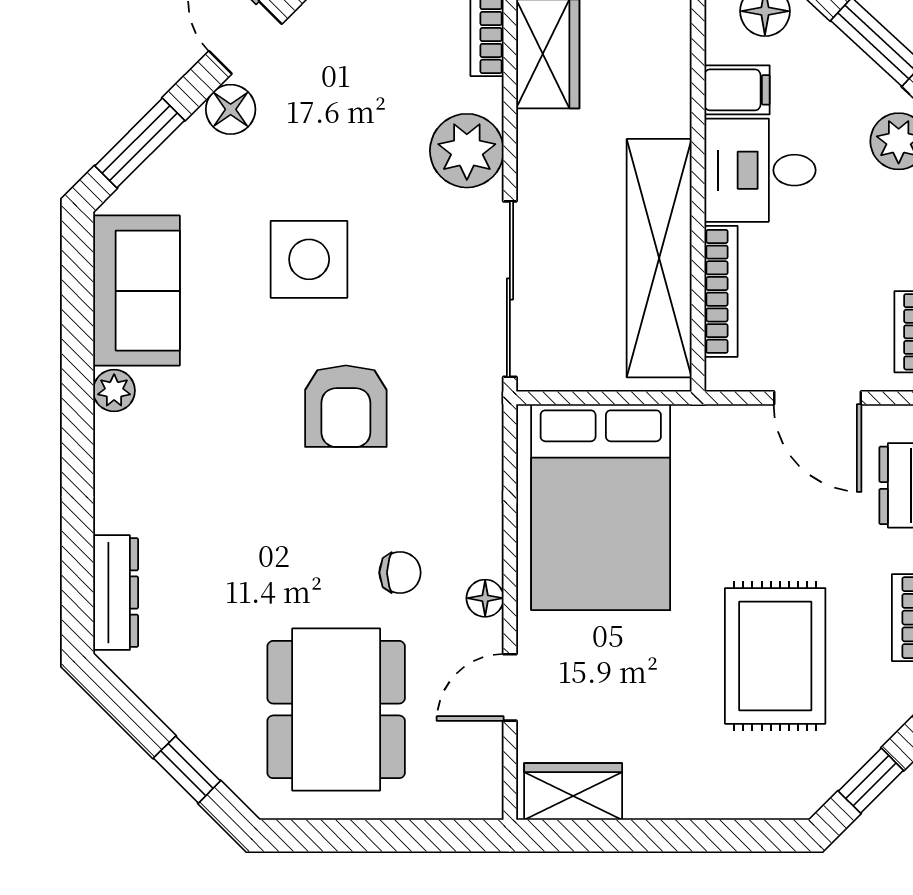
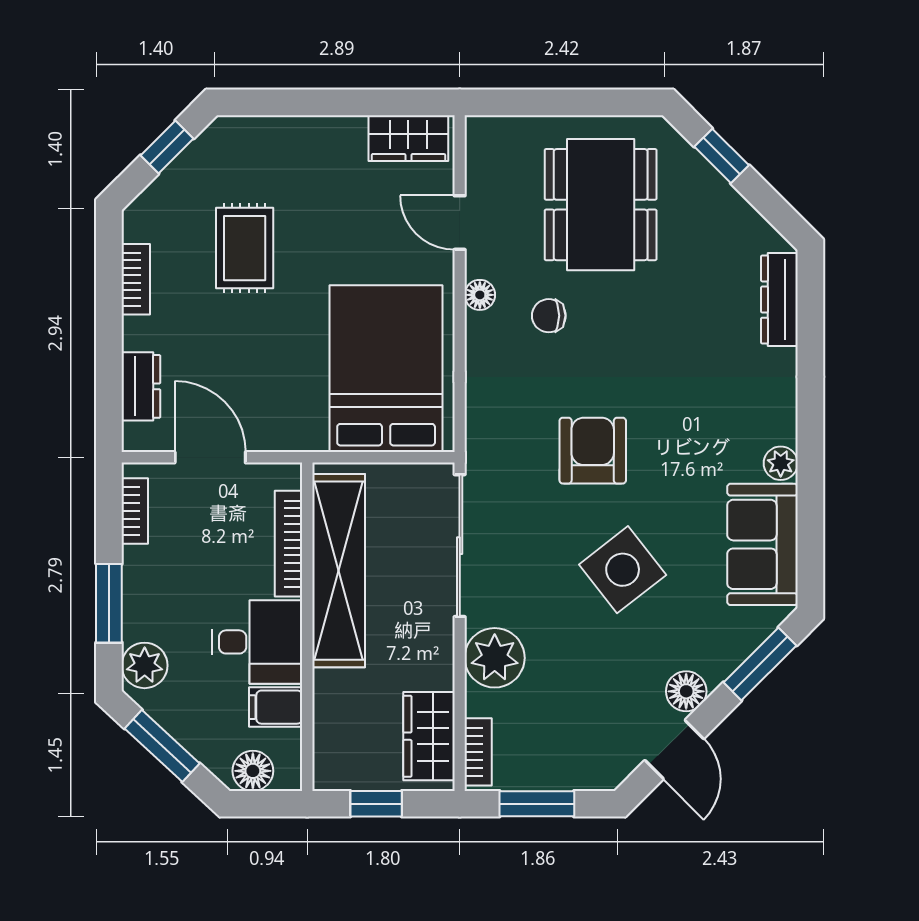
side table: (309, 259) -> (623, 570), turned -38
rug: (775, 656) -> (245, 248), width x0.73, depth x0.70
door: (510, 687) -> (460, 223), swing flipped

